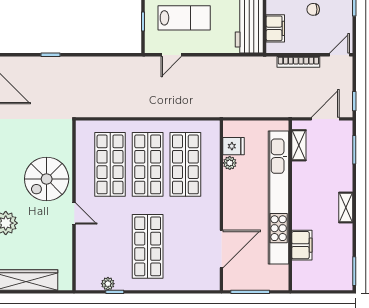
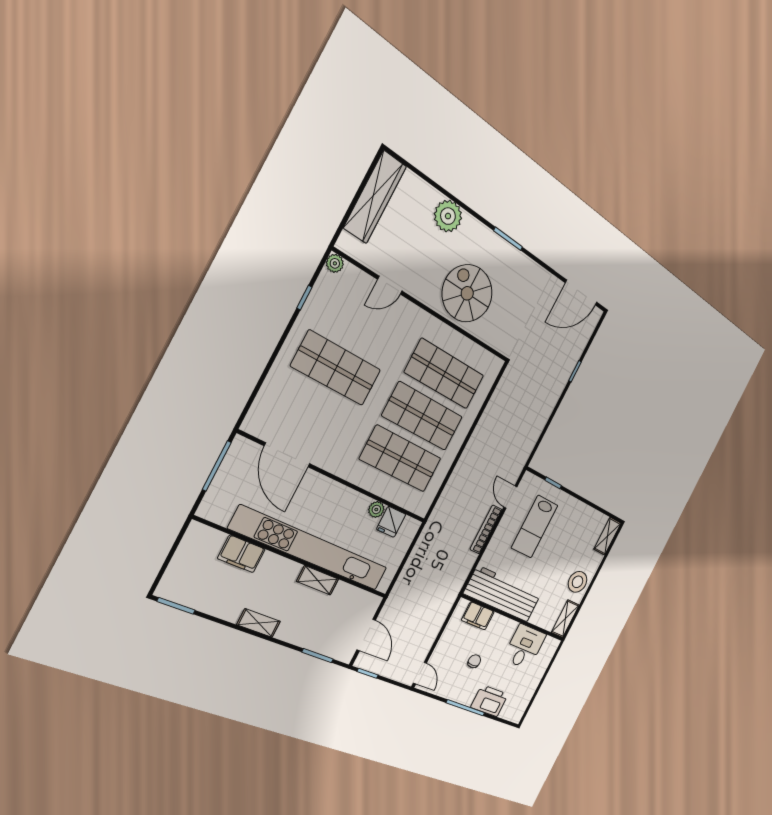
bookcase: (298, 62) -> (486, 529), moved
shelving: (299, 145) -> (318, 580), moved
door: (74, 214) -> (390, 285), moved
plant: (108, 284) -> (335, 263), moved

